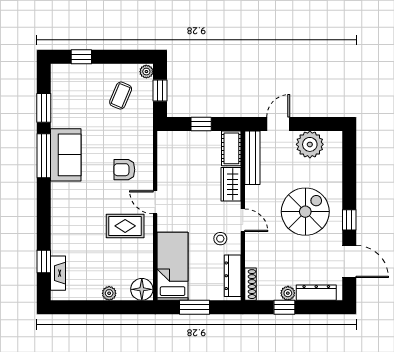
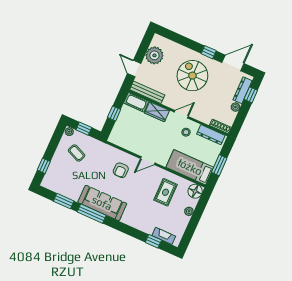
sofa: (66, 155) -> (102, 203), width x1.36
rug: (125, 226) -> (165, 192), moved
window: (284, 307) -> (251, 95), moved

